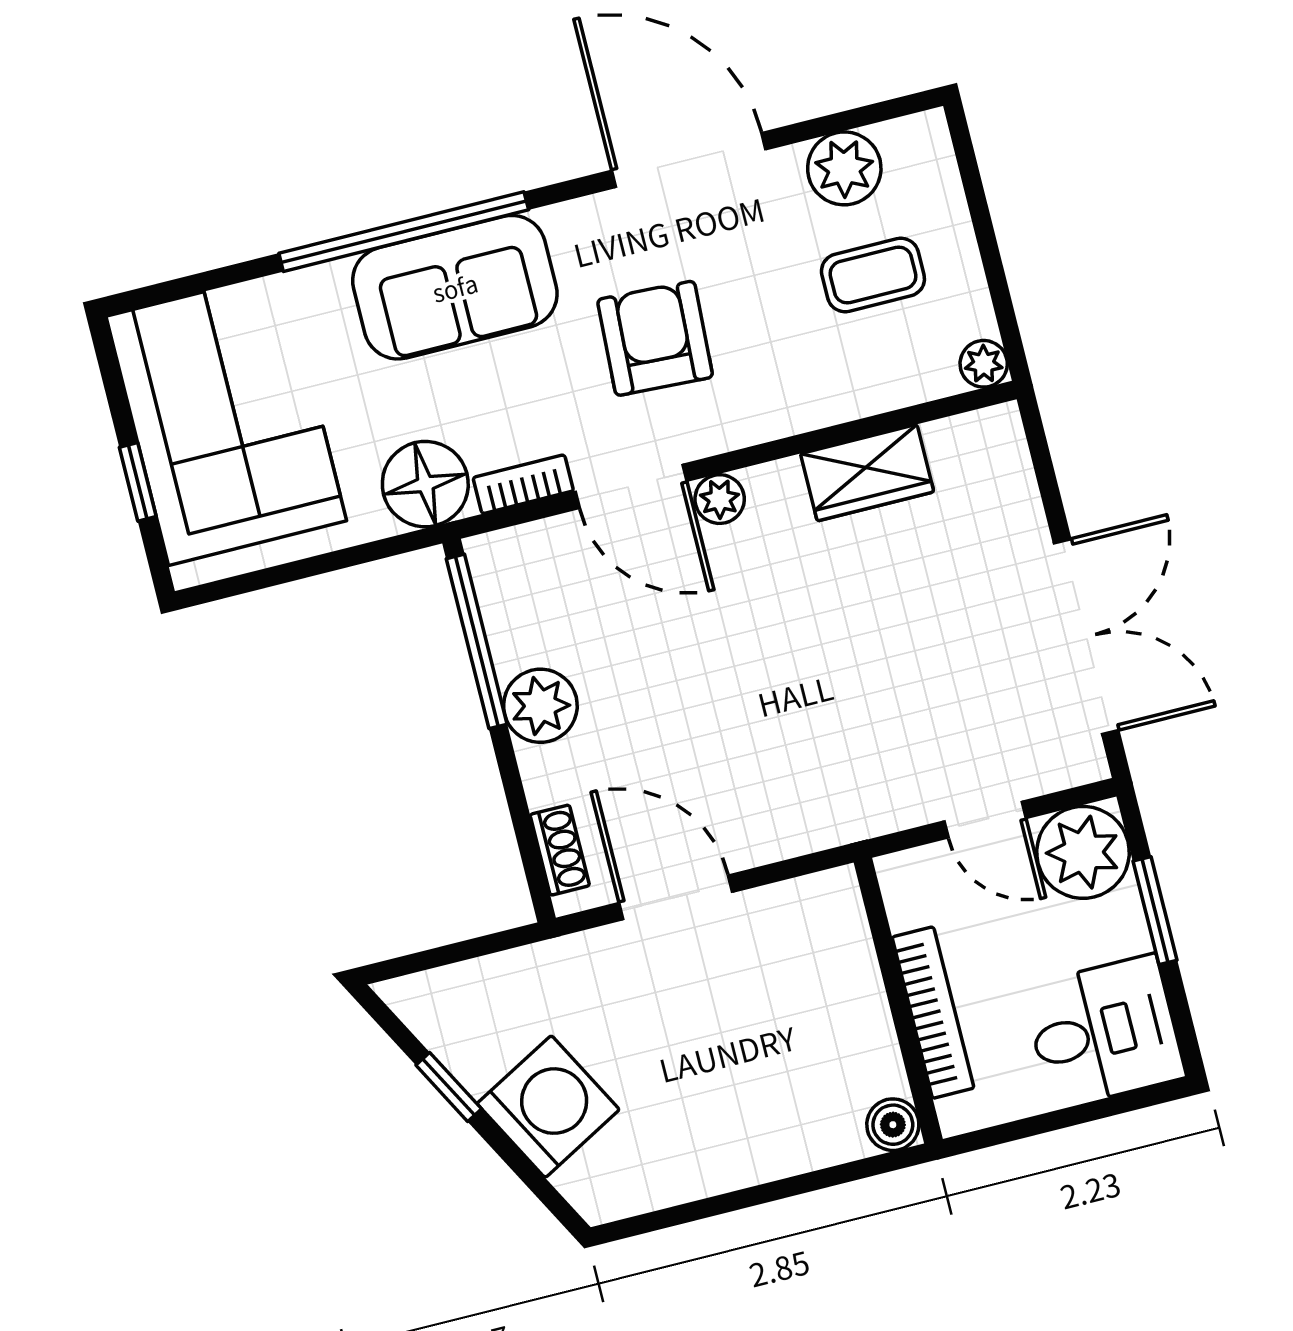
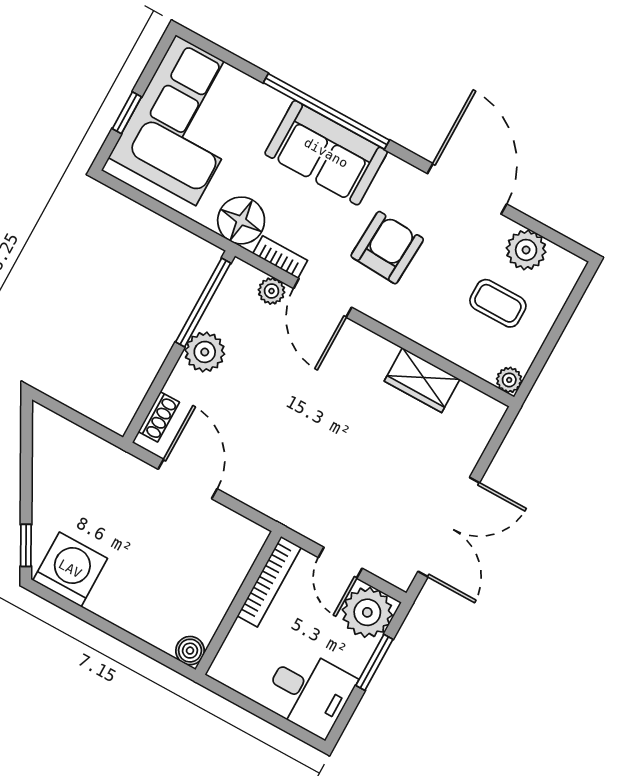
plant: (720, 499) -> (272, 291), moved
bookcase: (933, 1013) -> (269, 582), moved
window: (449, 1087) -> (26, 545), moved
washing machine: (548, 1107) -> (70, 569), moved, turned -61

